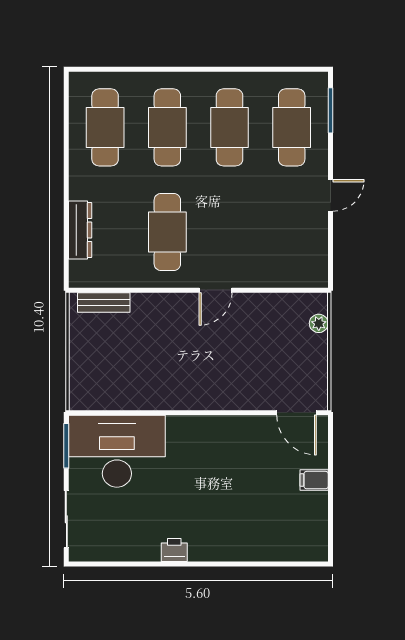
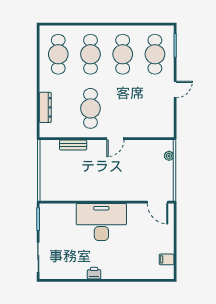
bench: (104, 303) -> (73, 145), moved
desk: (117, 451) -> (101, 222), moved
filing cabinet: (314, 480) -> (167, 259), moved

